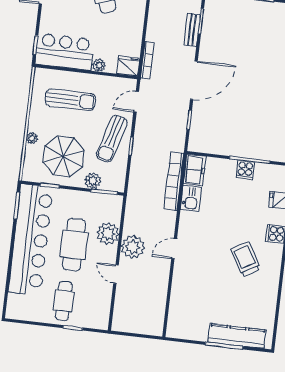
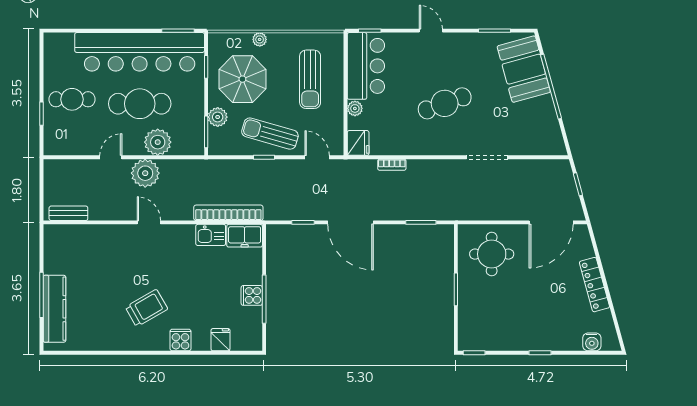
bench: (192, 30) -> (68, 213), moved
bookcase: (147, 60) -> (392, 165), moved, width x0.64

